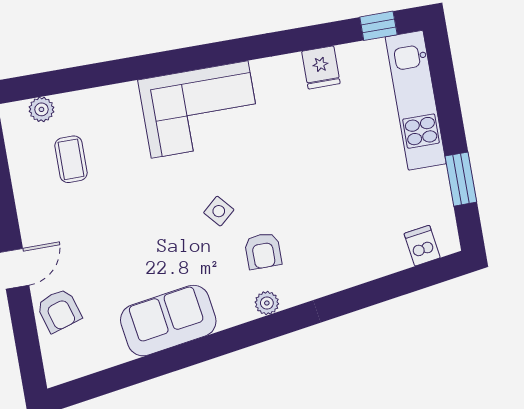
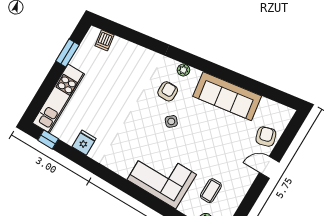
corner sofa: (200, 110) -> (162, 177), moved
sofa: (168, 321) -> (227, 96), width x1.36

